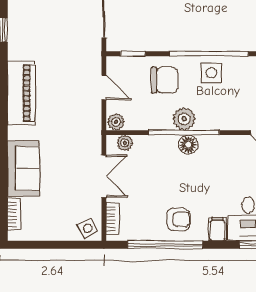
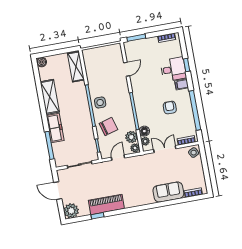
chair: (164, 80) -> (108, 126), turned 74
piano: (21, 93) -> (106, 204), moved
plant: (184, 119) -> (131, 137), moved
floor lamp: (188, 145) -> (144, 131), moved
armchair: (178, 219) -> (170, 108), moved

